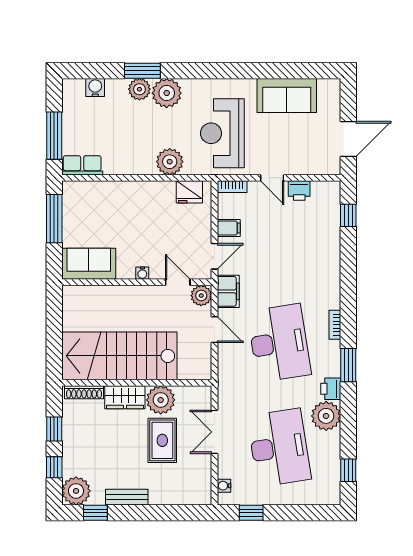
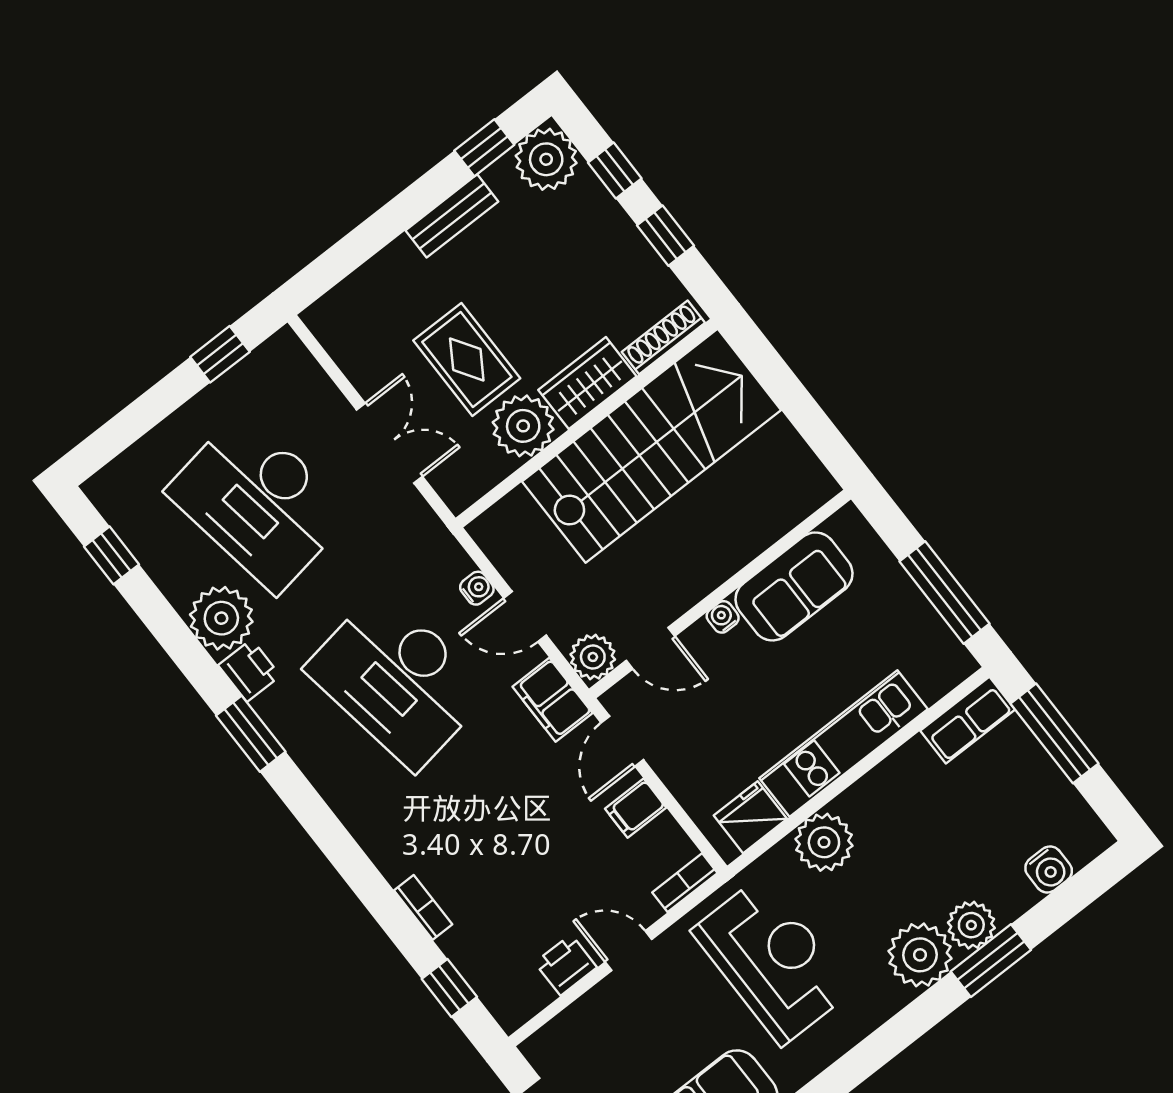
kitchen unit: (134, 192) -> (843, 744), added
sofa: (89, 264) -> (794, 586), moved
bookcase: (335, 325) -> (423, 907), moved
water cooler: (224, 486) -> (477, 588), moved

